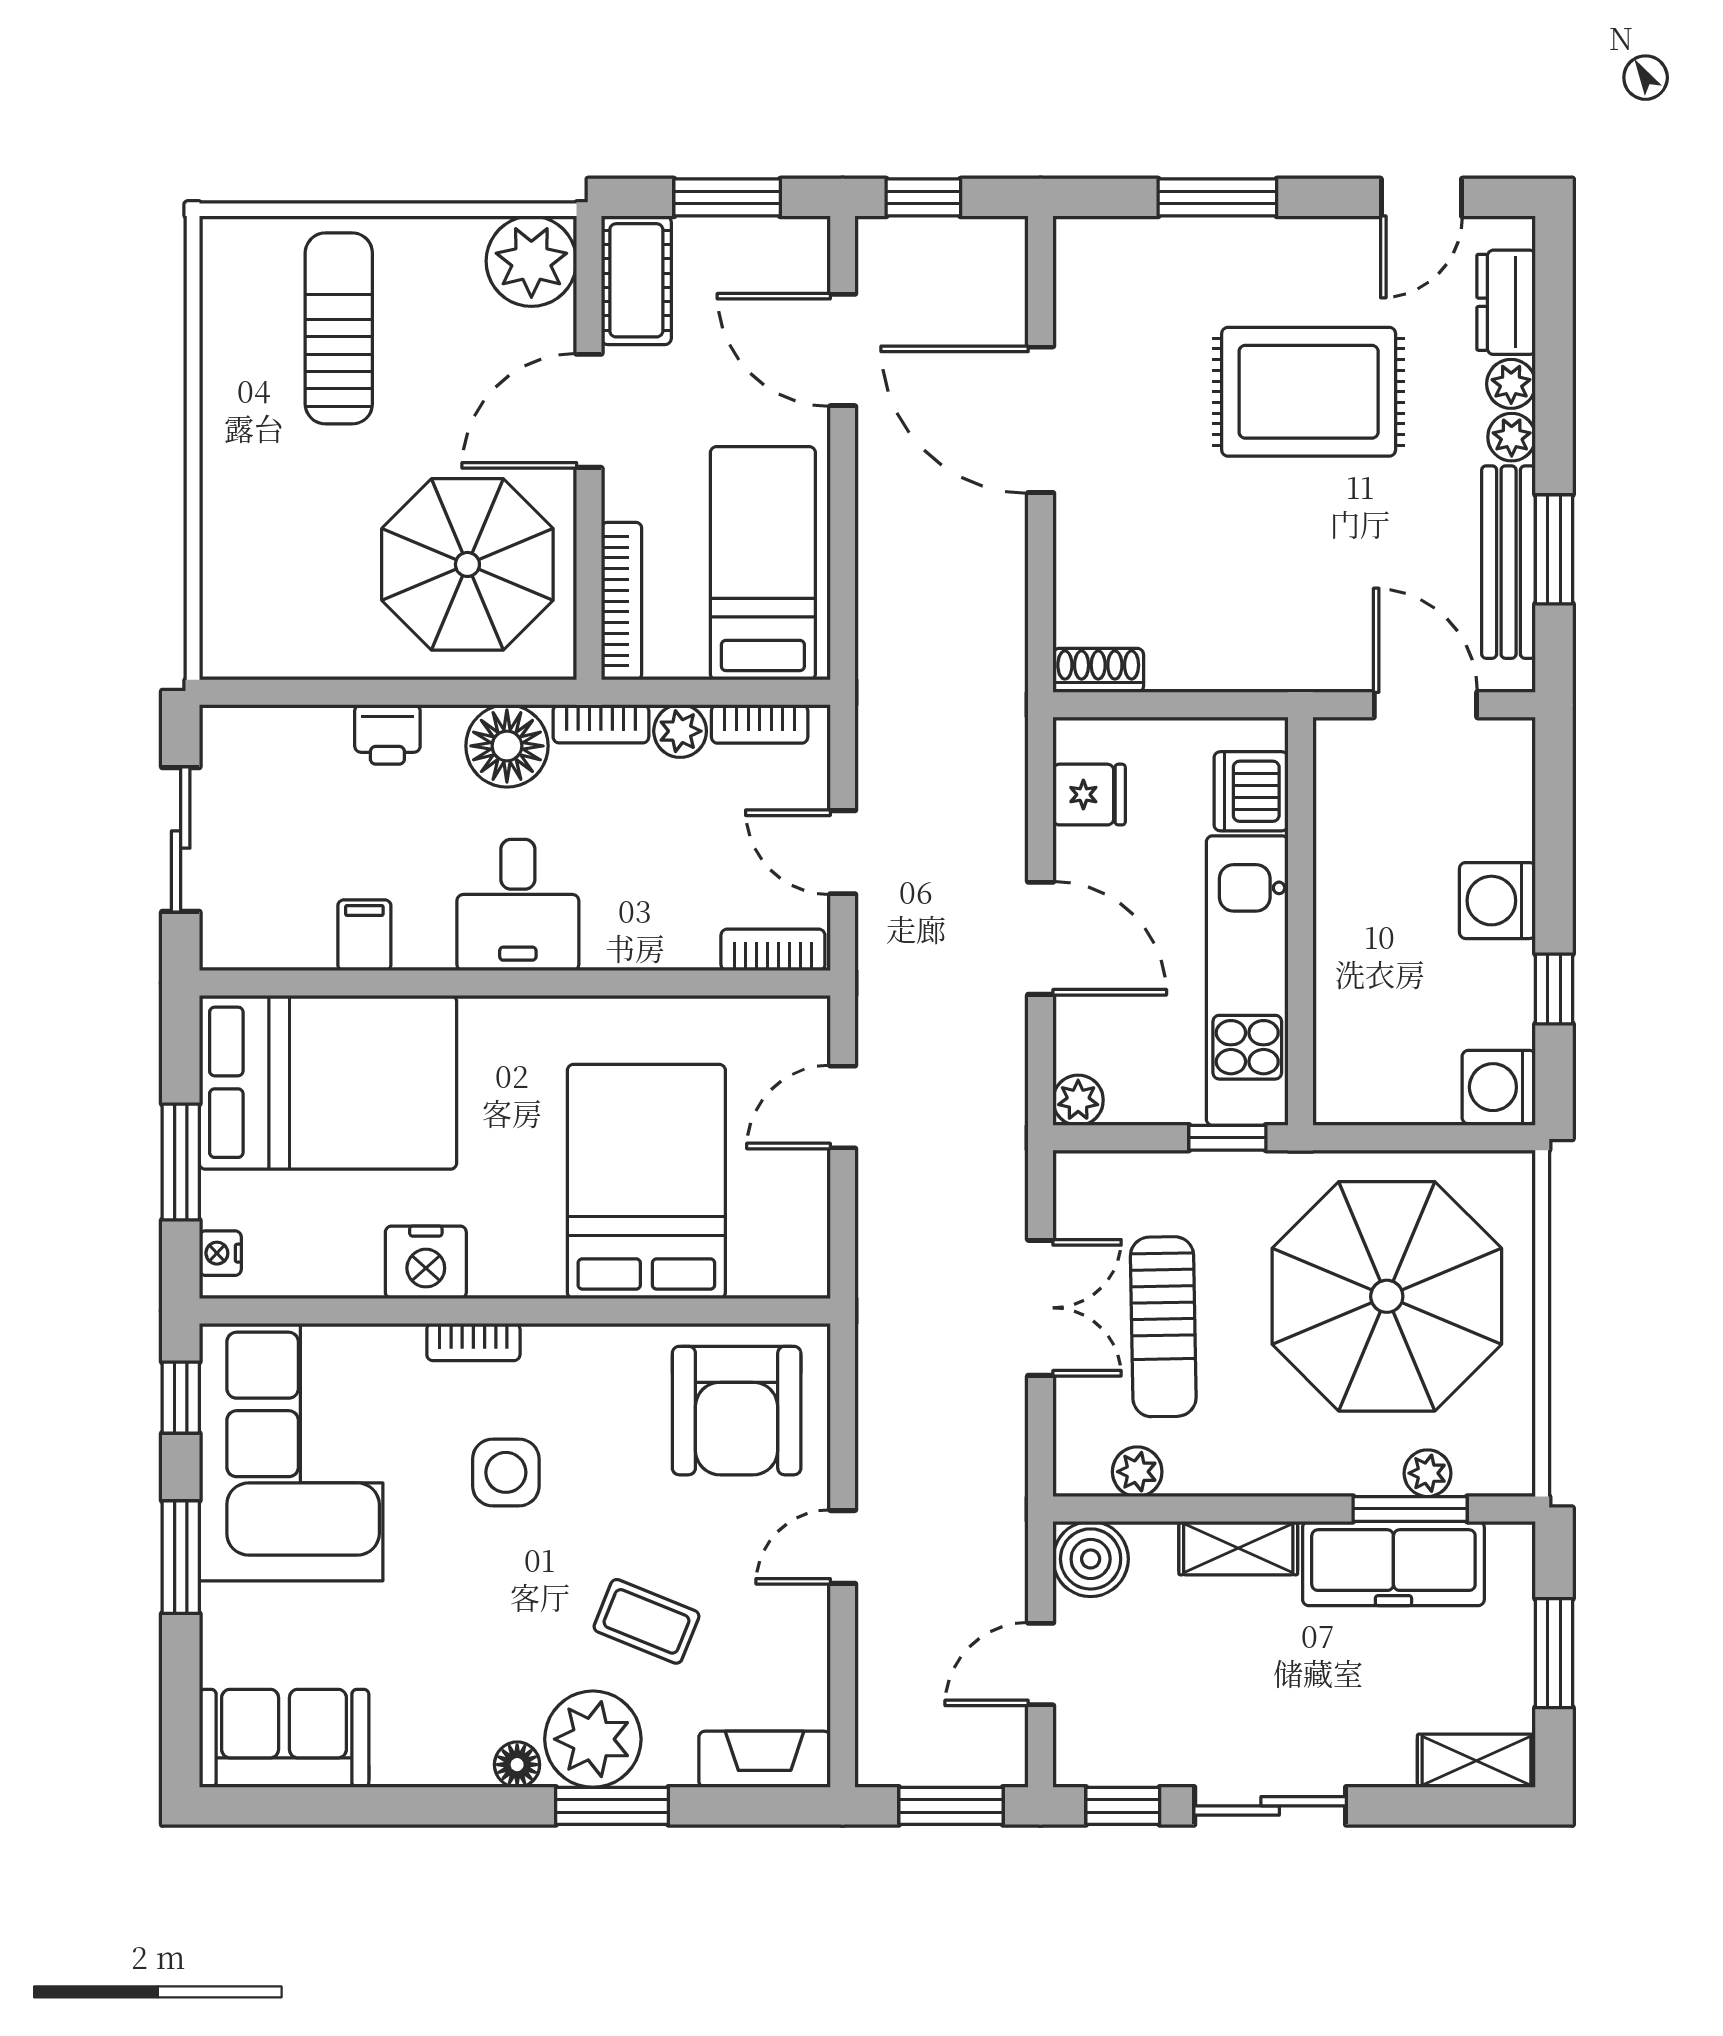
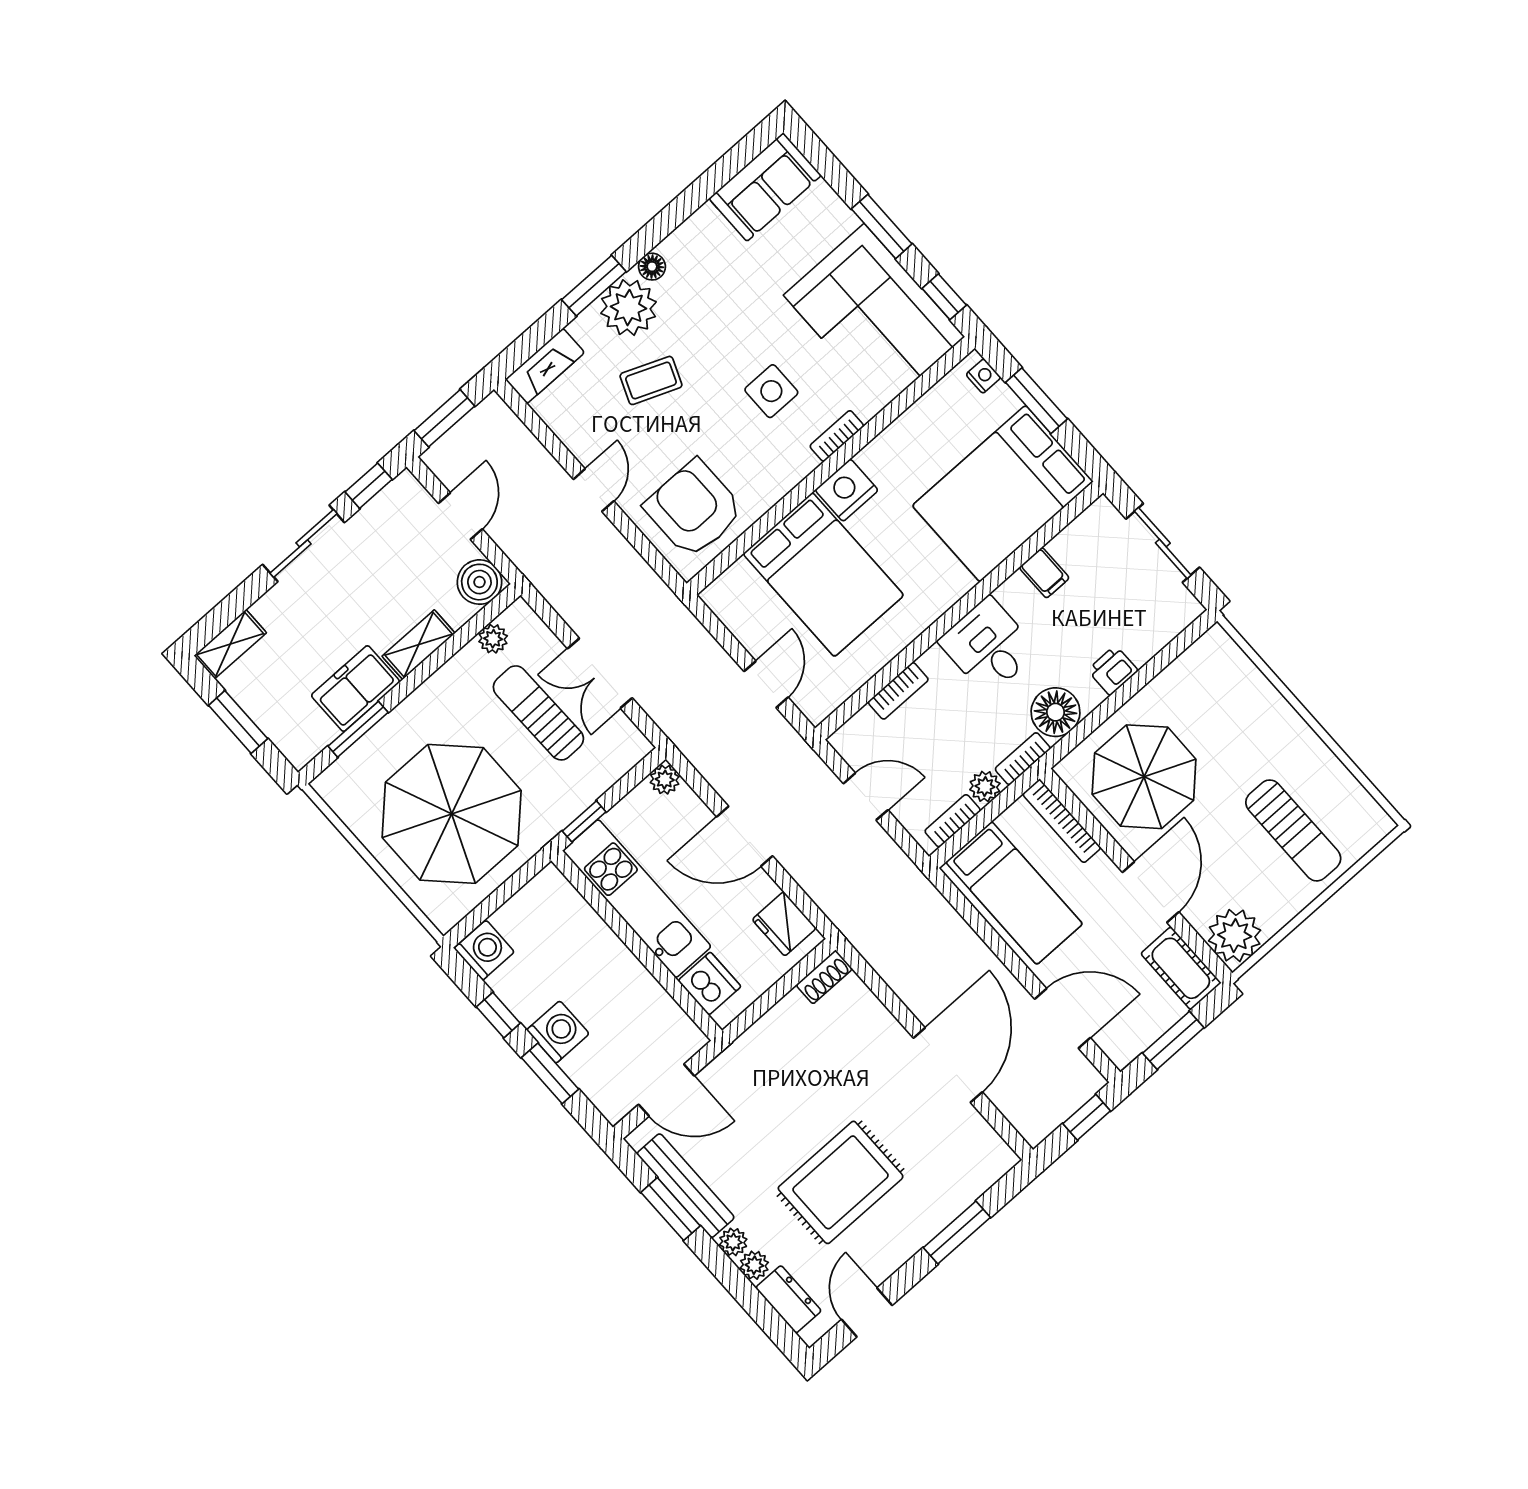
door: (1041, 420) -> (948, 1065), hinge flipped
fridge: (1089, 795) -> (784, 924), width x1.38
window: (1554, 857) -> (550, 1073), added
bookcase: (773, 950) -> (898, 691), moved
nightstand: (426, 1262) -> (847, 490), moved
plant: (1428, 1473) -> (364, 752), removed
freezer: (1393, 1563) -> (356, 689), width x0.71

